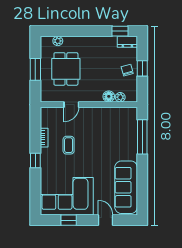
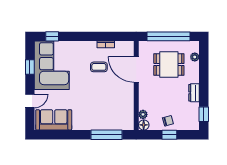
dresser: (127, 42) -> (194, 93), moved
window: (35, 69) -> (169, 36), width x2.11
floor lamp: (109, 96) -> (144, 125), moved
door: (71, 105) -> (136, 69), width x1.87
window: (35, 160) -> (52, 36), moved
sofa: (126, 187) -> (54, 120), width x0.73

